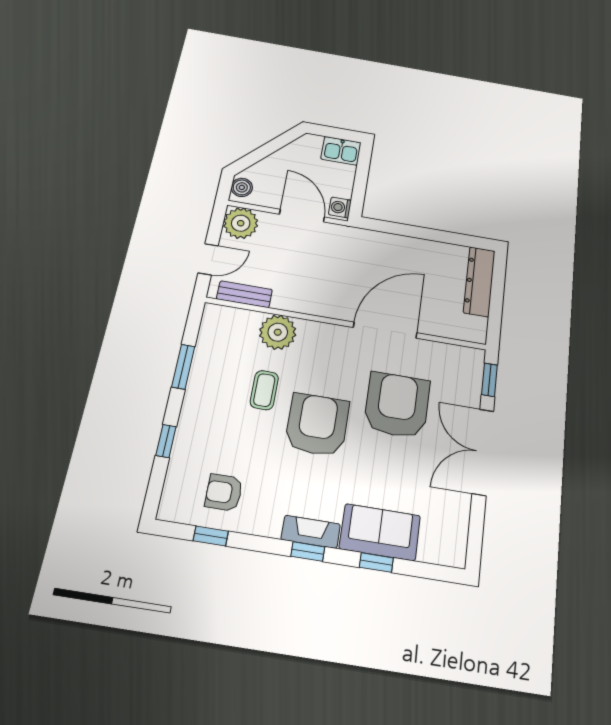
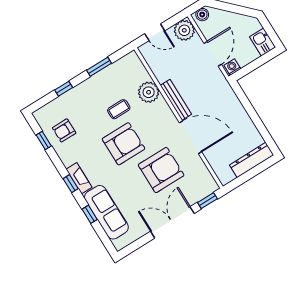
bench: (244, 294) -> (176, 100), moved, width x1.36
armchair: (224, 492) -> (64, 130), turned -90
sofa: (380, 532) -> (106, 212), width x1.36

